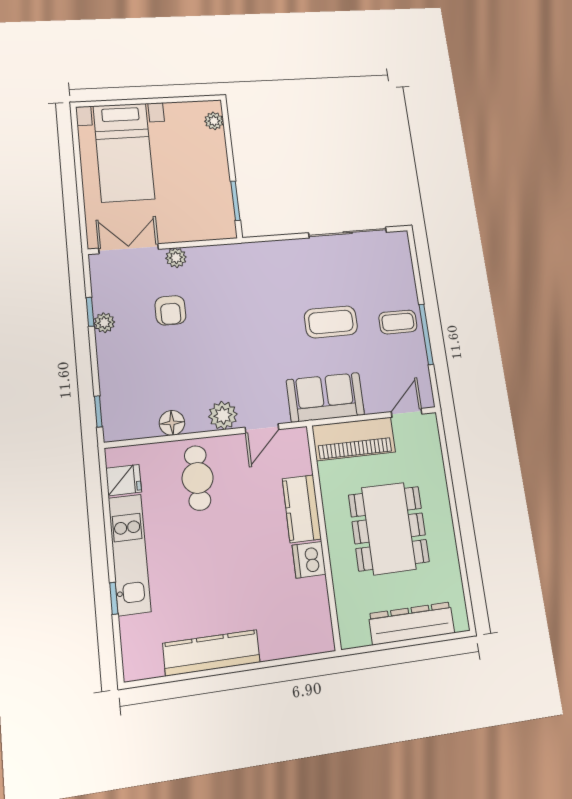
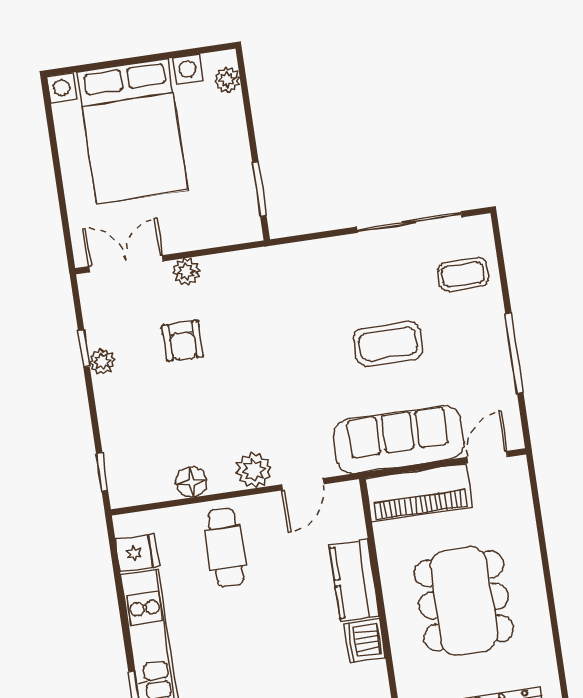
bed with nightstands: (124, 152) -> (132, 131), width x1.36
coffee table: (398, 322) -> (463, 275), moved
sofa: (325, 397) -> (399, 439), width x1.36

